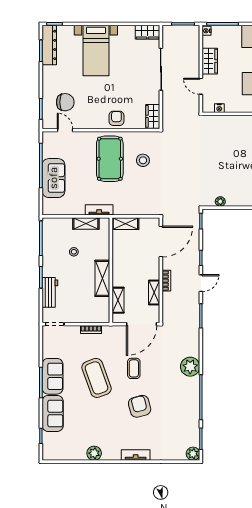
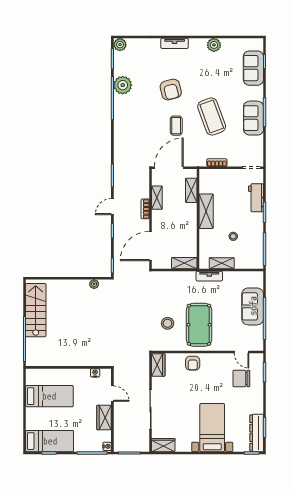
plant: (190, 367) -> (123, 85), moved
sofa: (53, 413) -> (253, 68), moved

